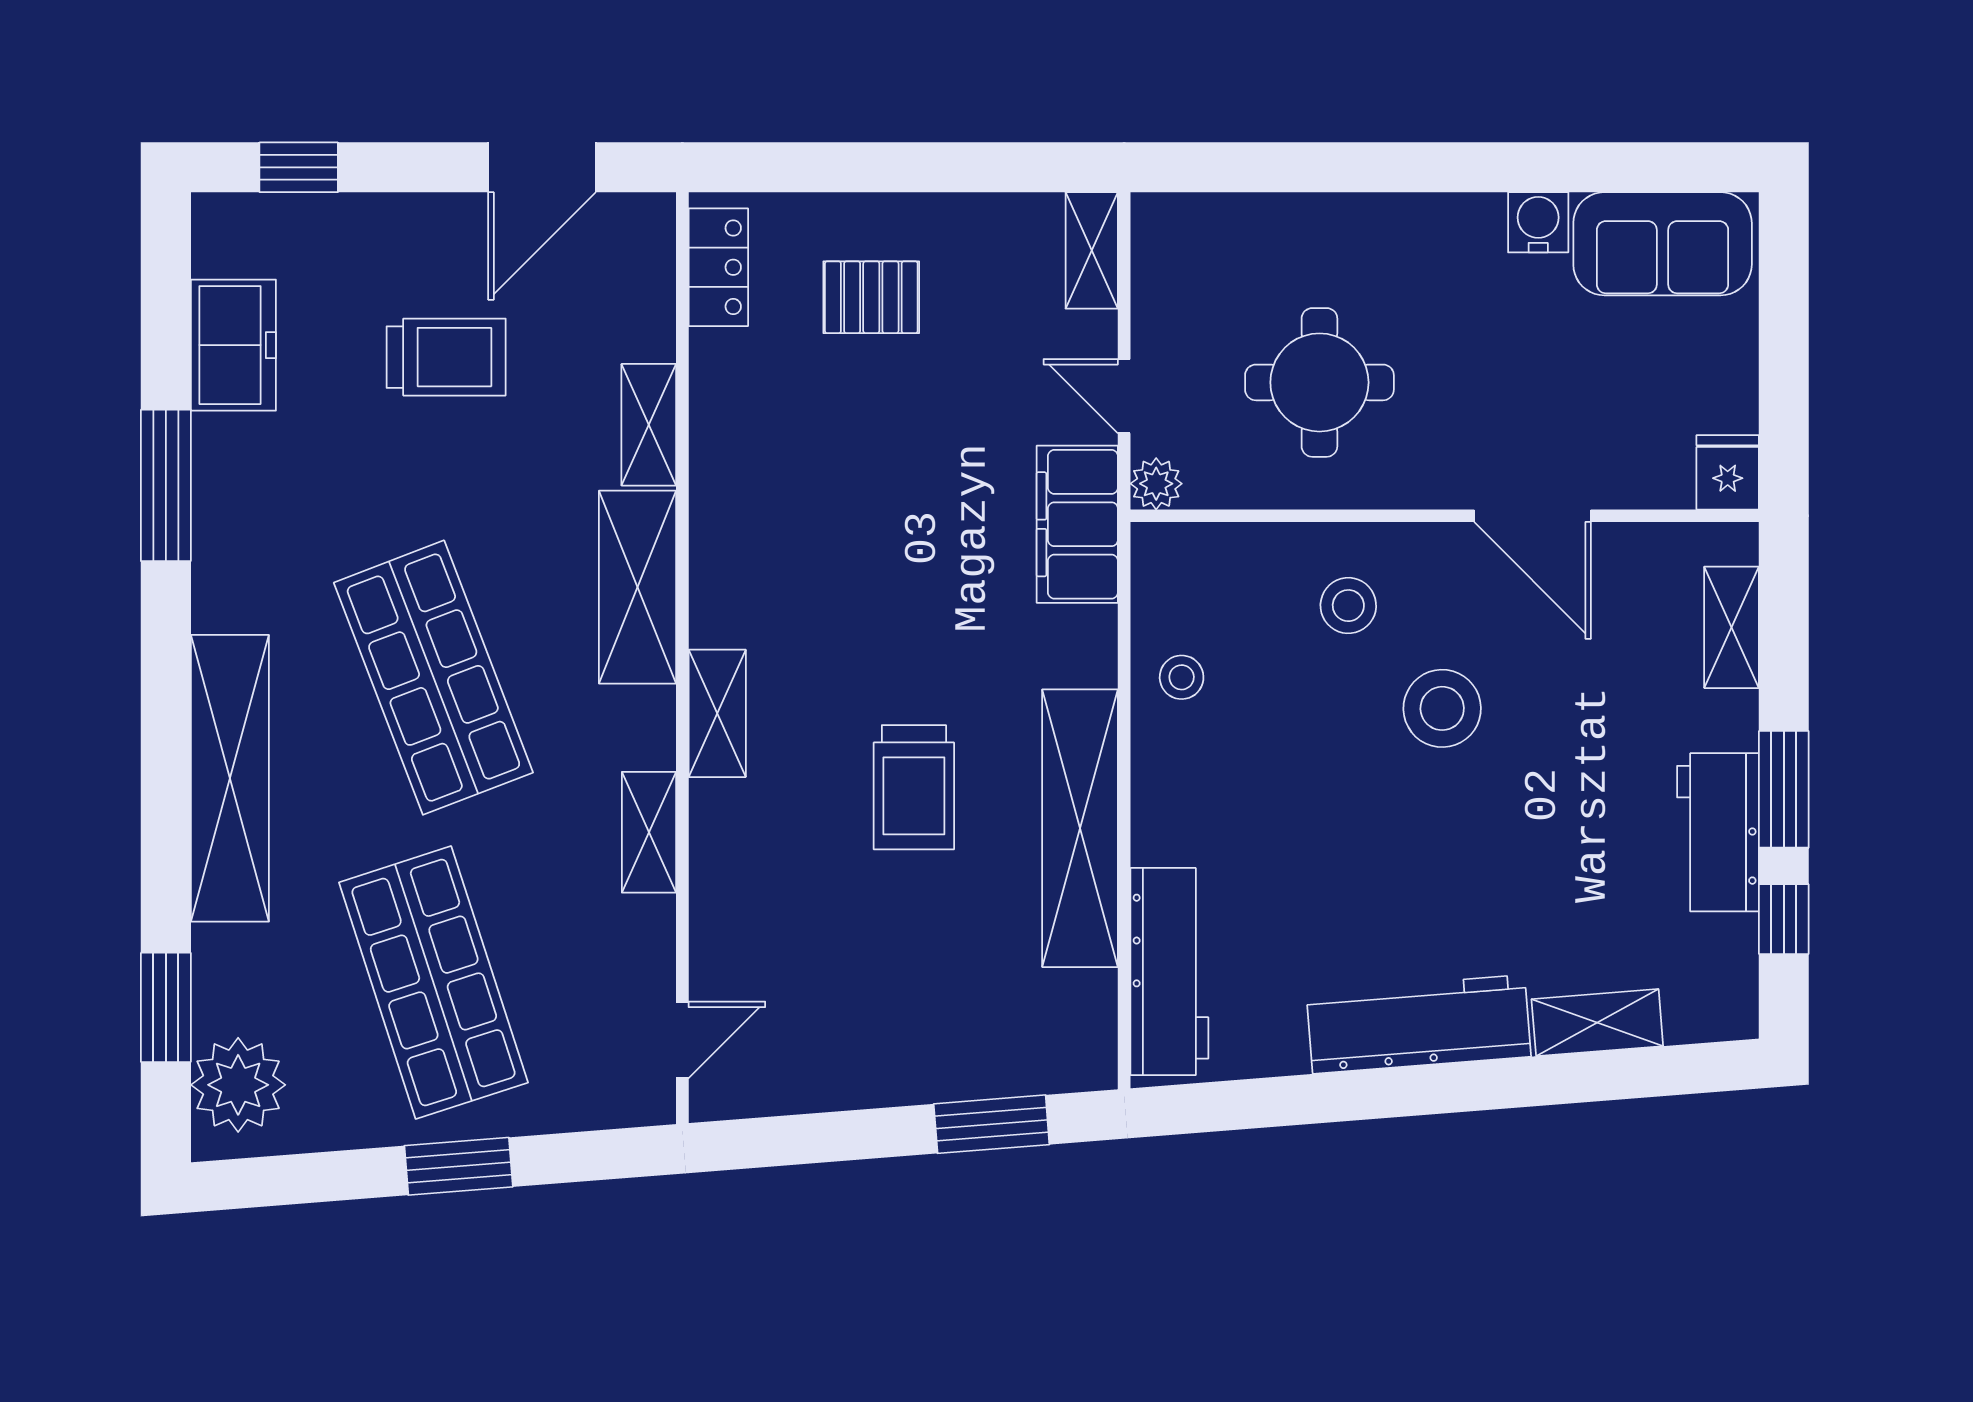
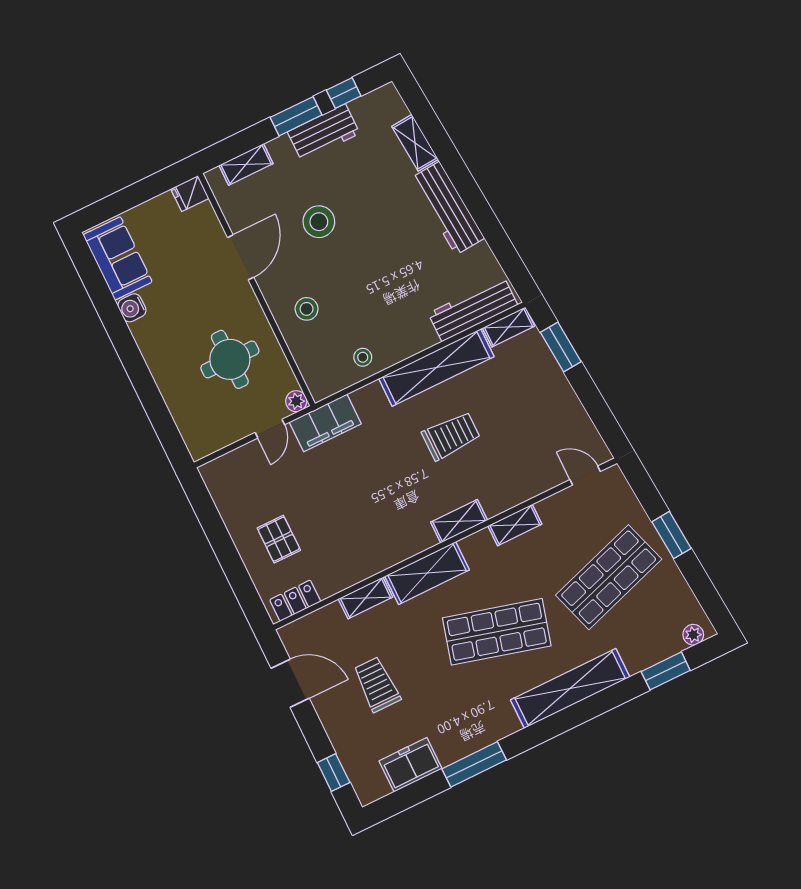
shelving: (1092, 250) -> (508, 327), moved
shop shelf: (433, 678) -> (497, 632), turned 36
stool: (1442, 708) -> (319, 222), moved
plant: (238, 1085) -> (693, 635), width x0.53, depth x0.53

